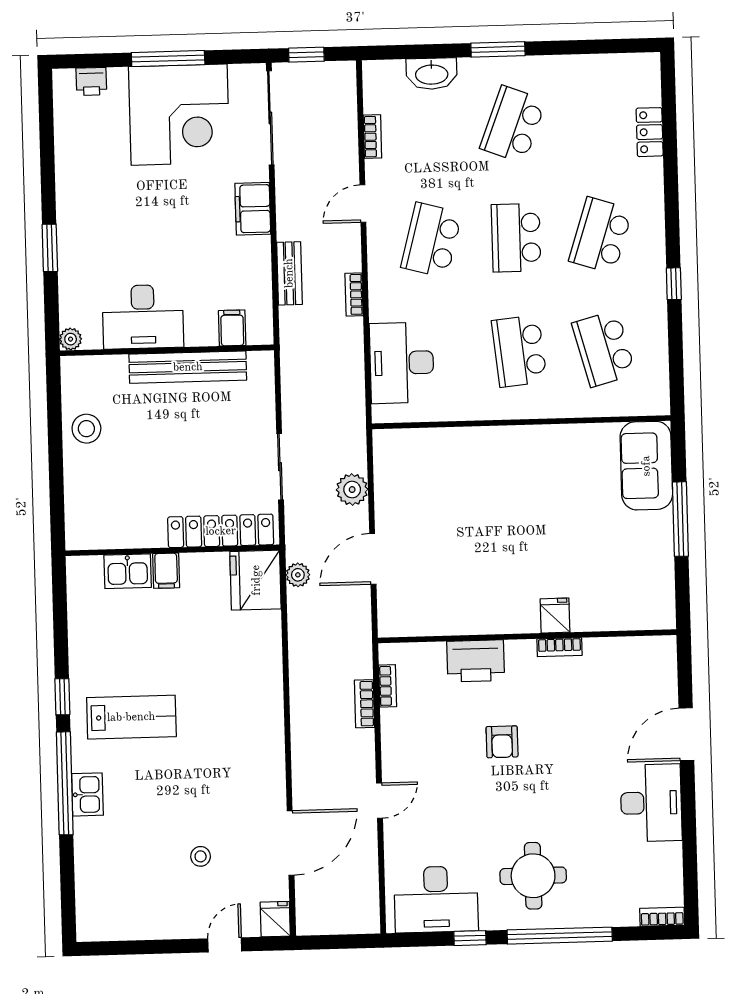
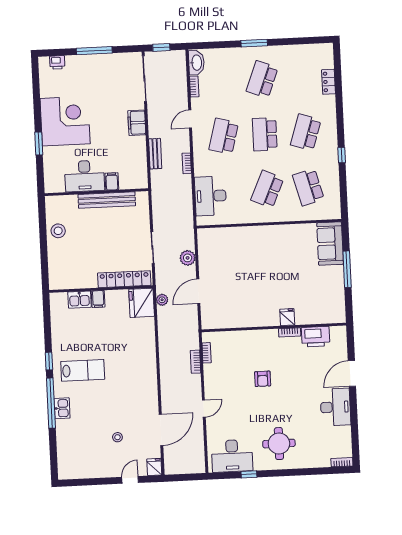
washbasin: (432, 74) -> (196, 63), moved, turned -90
corner desk: (179, 115) -> (65, 121), moved, turned -90
filing cabinet: (232, 328) -> (112, 181), moved
plant: (71, 339) -> (50, 188), removed
school desk: (519, 351) -> (267, 189), turned 30
printer: (476, 661) -> (316, 337), moved
window: (560, 936) -> (292, 472), removed

